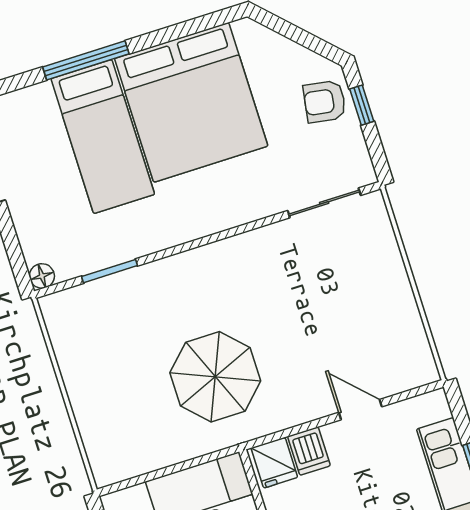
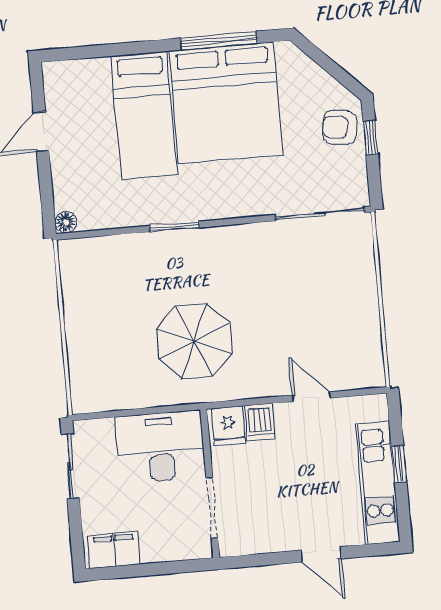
window: (86, 60) -> (219, 41), moved
sliding door: (324, 203) -> (320, 214), width x1.37
window: (110, 271) -> (175, 227), moved

